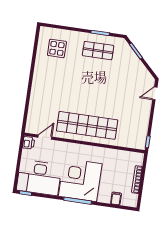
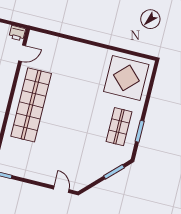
display table: (57, 48) -> (126, 78), width x1.86, depth x1.86
door: (45, 137) -> (22, 53), hinge flipped

